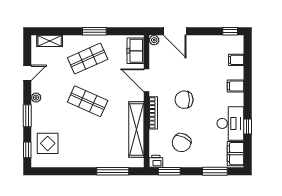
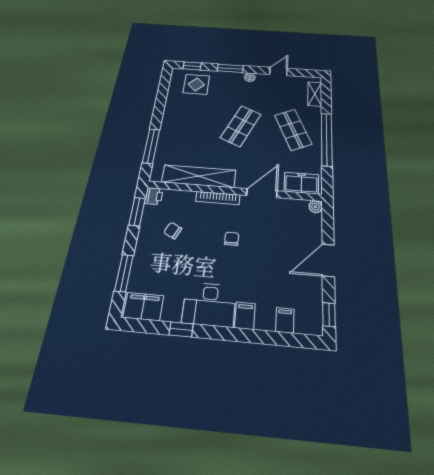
window: (94, 31) -> (327, 139), width x2.11
door: (175, 31) -> (328, 260), moved
door: (27, 73) -> (278, 71), swing flipped
chair: (184, 100) -> (232, 239), width x0.54, depth x0.54
desk: (230, 123) -> (209, 304), moved
chair: (182, 143) -> (173, 231), width x0.54, depth x0.54

